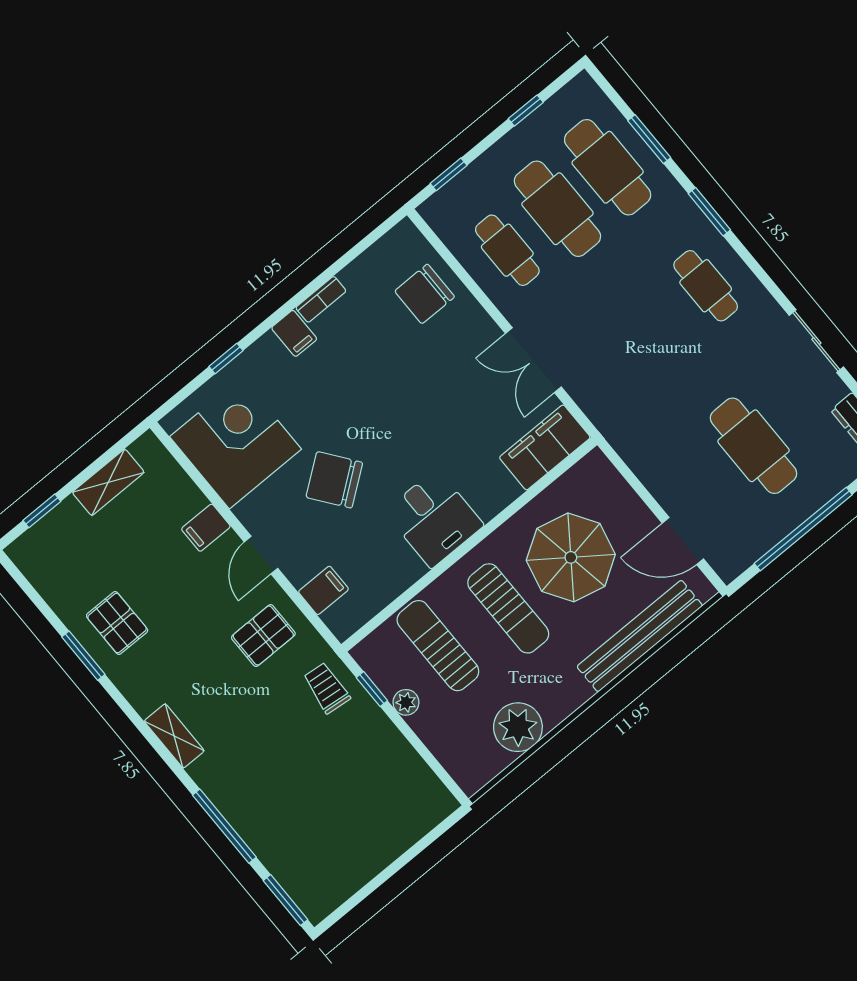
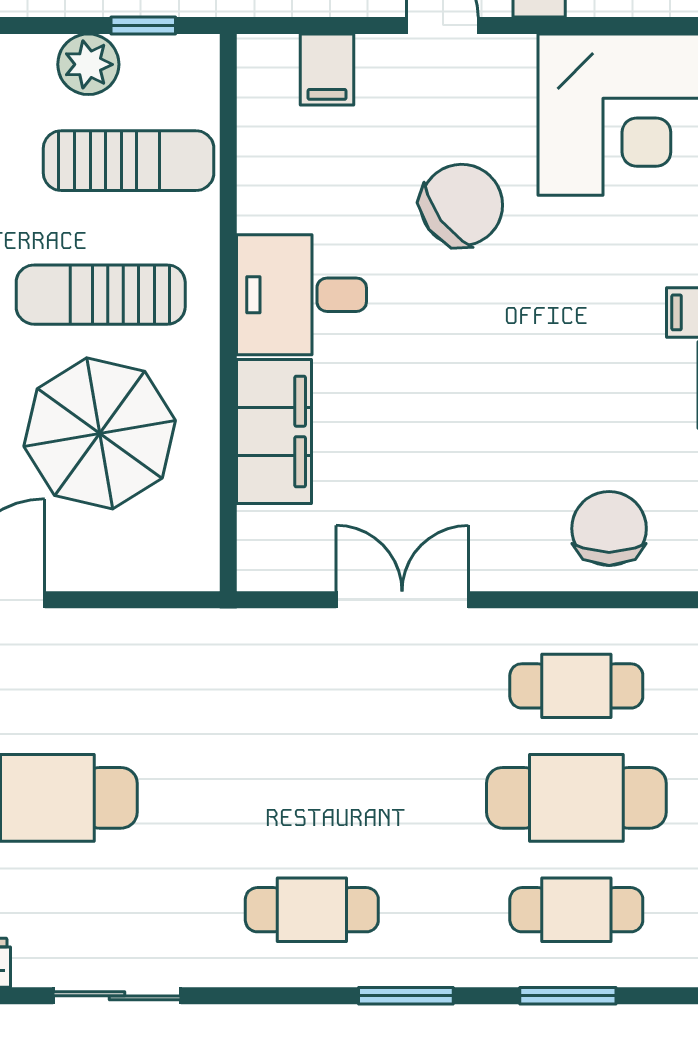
cafe table: (608, 167) -> (576, 910), width x0.73, depth x0.74
filing cabinet: (545, 447) -> (274, 431), moved
plant: (406, 702) -> (88, 64), width x1.38, depth x1.38

